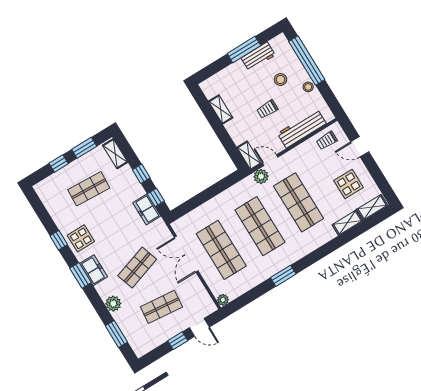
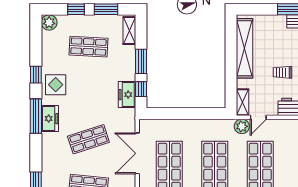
shelving: (221, 110) -> (245, 48), width x2.20, depth x1.33
door: (270, 160) -> (258, 117), swing flipped
window: (141, 174) -> (141, 61), width x1.50
window: (80, 275) -> (36, 116), width x1.44
plant: (113, 304) -> (49, 22), moved

